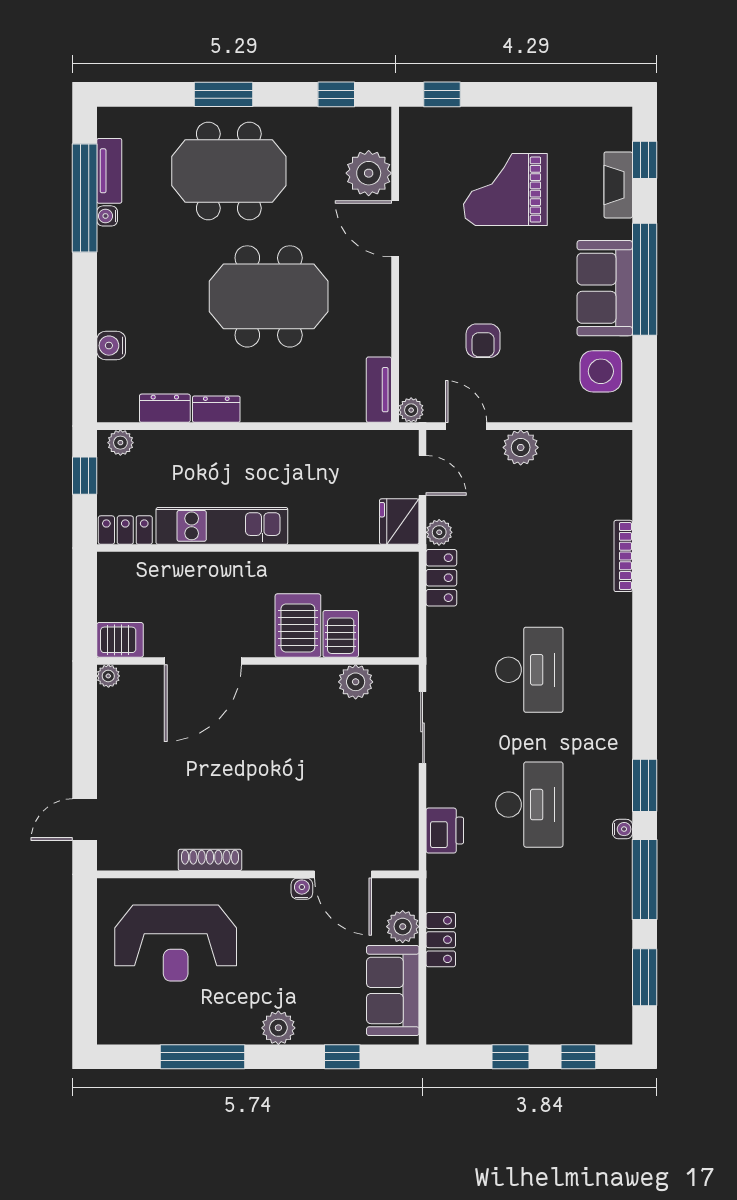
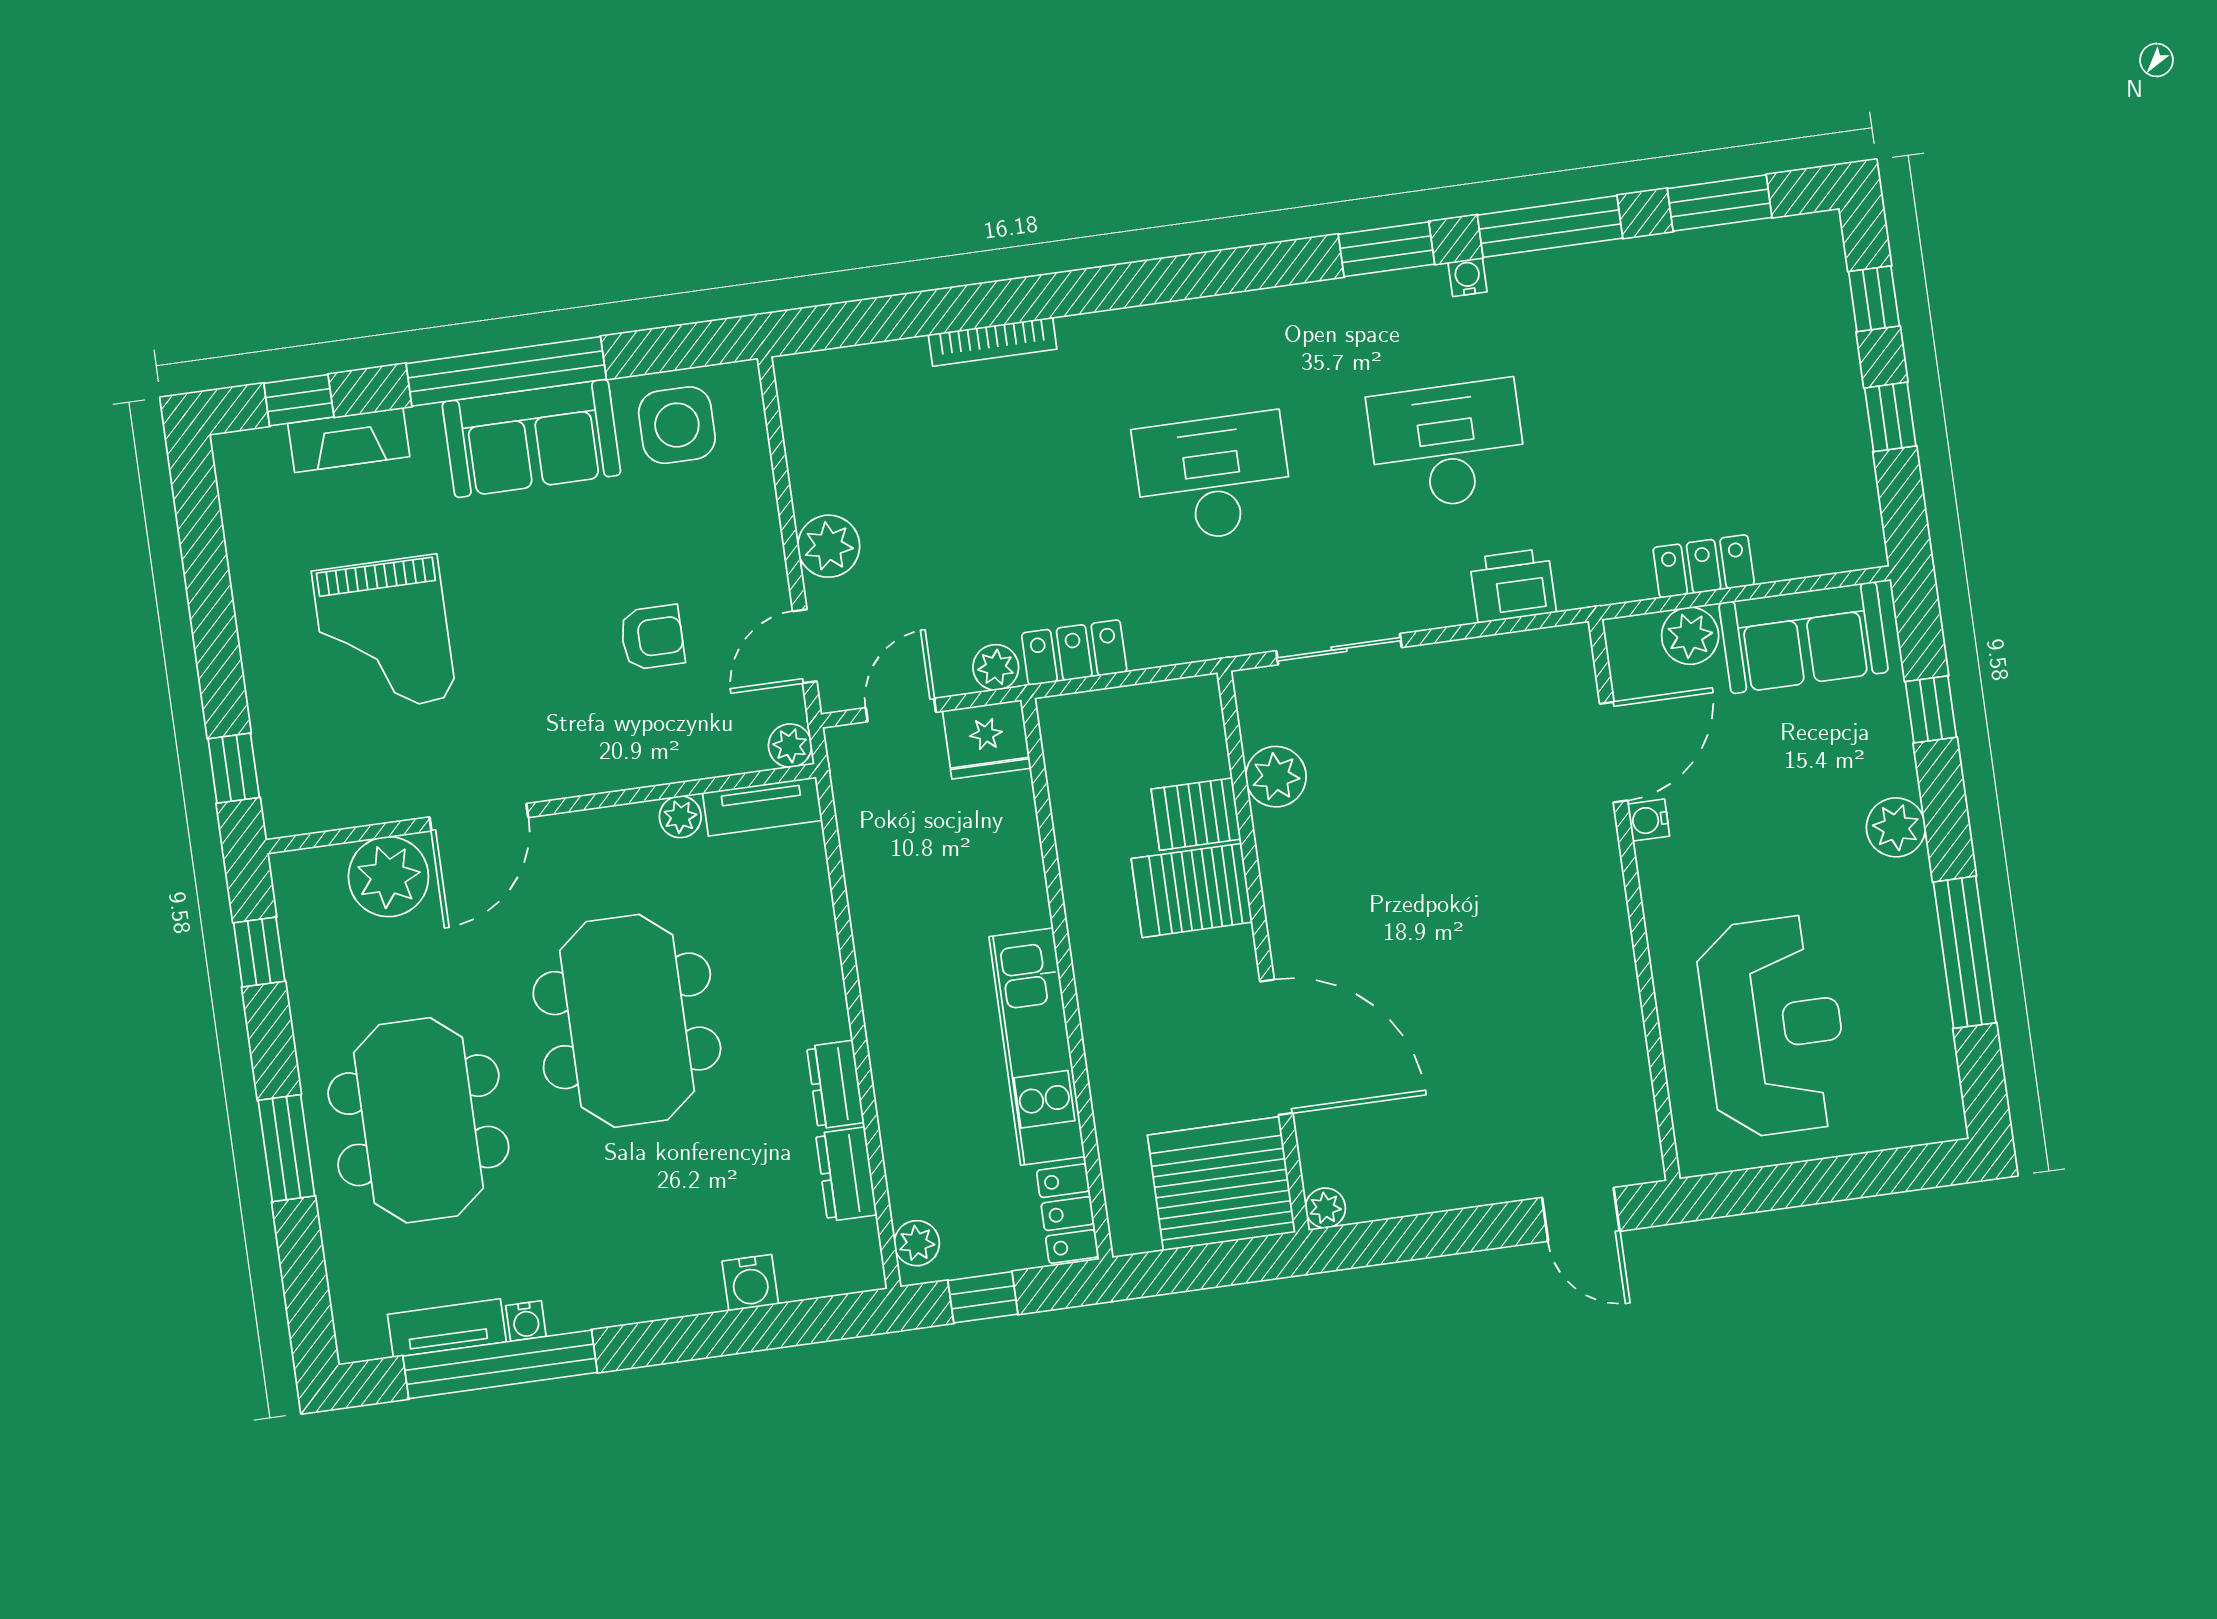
plant: (380, 343) -> (680, 817), added
server rack: (120, 640) -> (1222, 1184), width x2.18, depth x1.44
shoe rack: (210, 860) -> (1621, 987), removed

